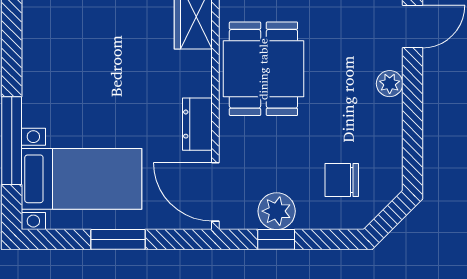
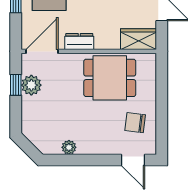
plant: (390, 84) -> (69, 147), moved
chair: (342, 180) -> (135, 123), moved, turned -83

